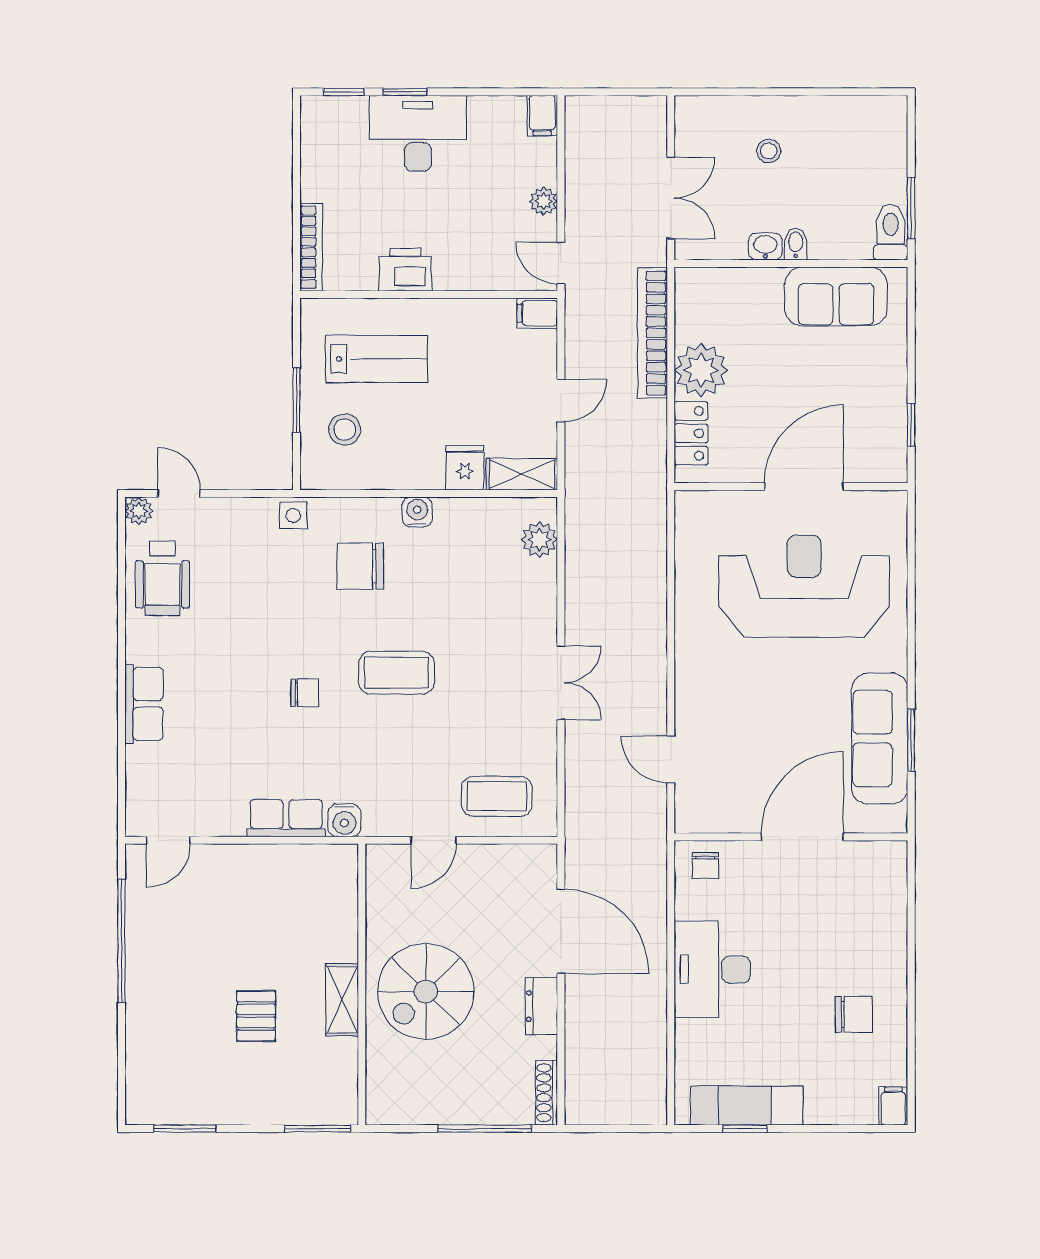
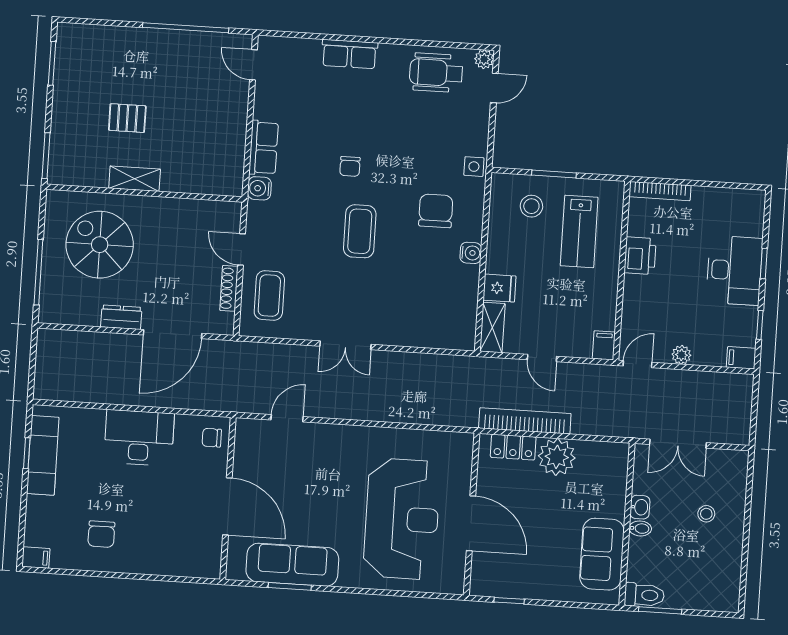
window: (344, 92) -> (760, 325), moved
bookcase: (652, 333) -> (525, 421), moved
plant: (539, 540) -> (446, 337), removed
spiral stairs: (426, 992) -> (100, 245), moved
shoe rack: (546, 1093) -> (229, 288), moved, turned -90

